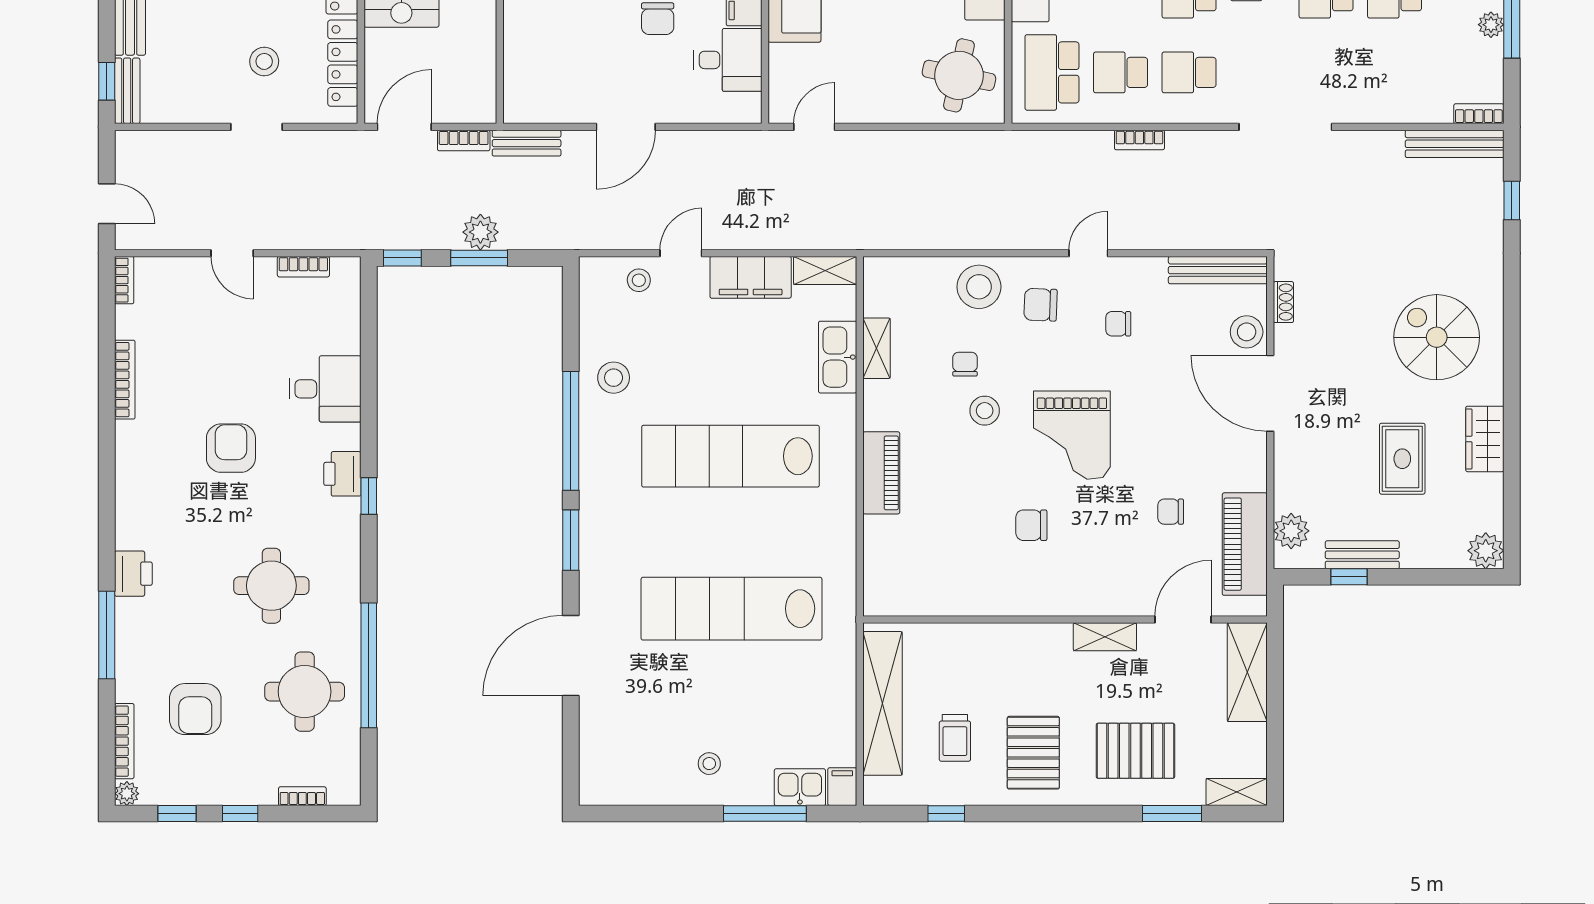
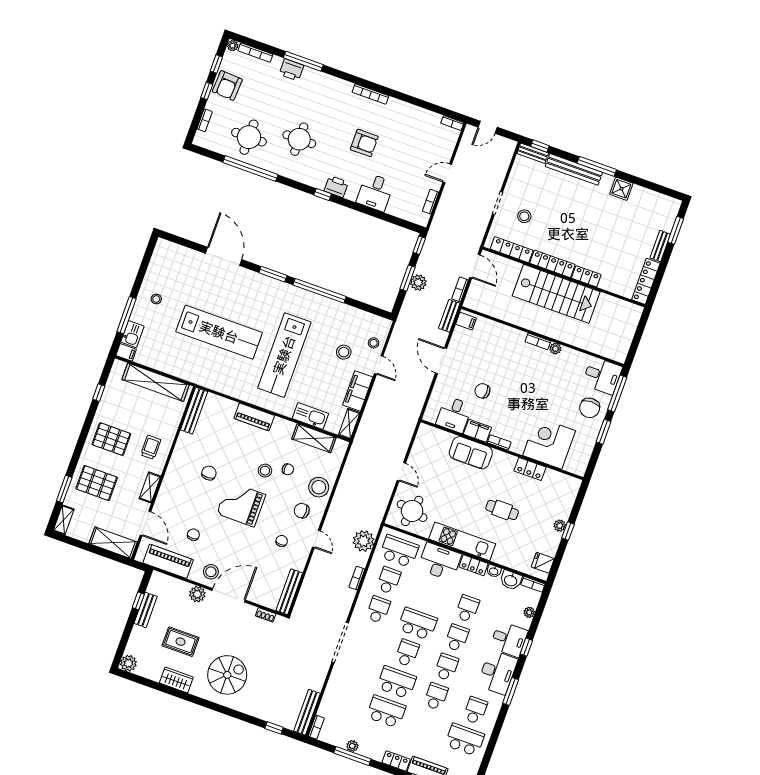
filing cabinet: (525, 105) -> (466, 321), added
door: (814, 127) -> (401, 472), moved
plant: (1057, 154) -> (364, 541), added
chair: (1041, 305) -> (302, 511), turned -92
stool: (1247, 332) -> (211, 572), moved
shelving: (877, 348) -> (314, 438), width x1.50, depth x1.33
stool: (614, 378) -> (344, 352), moved
bookcase: (125, 380) -> (370, 94), moved
lab bench: (730, 456) -> (284, 355), turned 180
plant: (1291, 531) -> (197, 594), moved
printer: (133, 574) -> (291, 70), moved
bench: (913, 602) -> (194, 411), added
lab bench: (731, 609) -> (219, 332), turned 90
armchair: (195, 709) -> (227, 85), moved, turned -87
trolley: (955, 738) -> (151, 447), moved, turned 90
pallet: (1135, 751) -> (97, 483), turned 90

